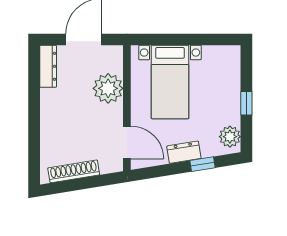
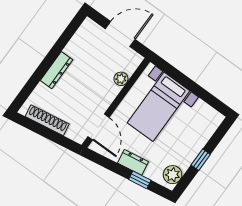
dresser: (48, 66) -> (56, 70), moved
plant: (108, 88) -> (121, 79), width x0.53, depth x0.53

